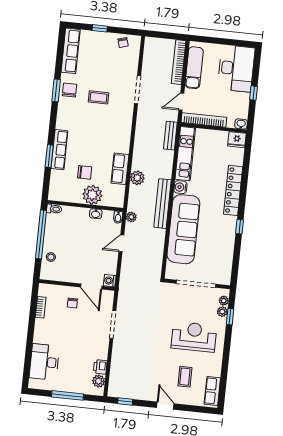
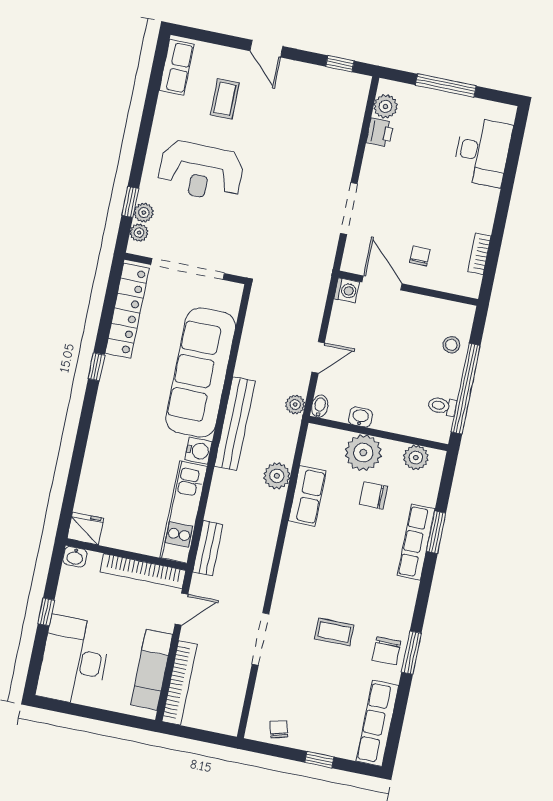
locker: (233, 190) -> (127, 311), moved
plant: (64, 195) -> (416, 458), added
toilet: (54, 209) -> (442, 406), moved

